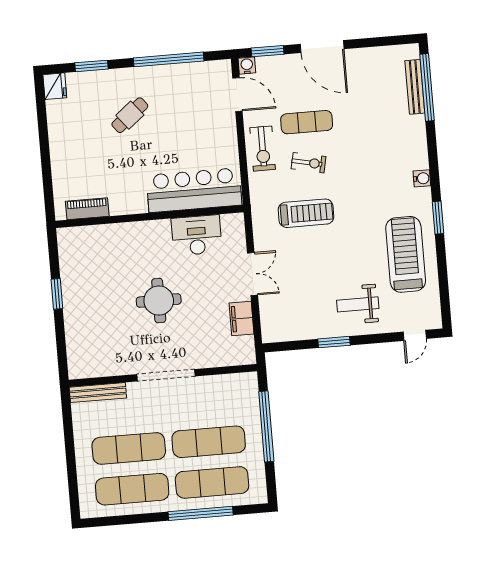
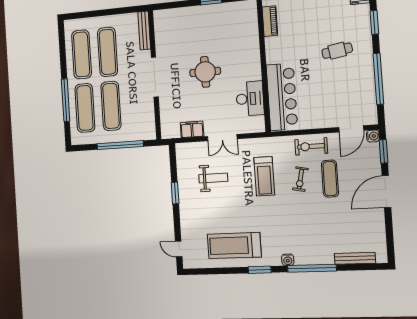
window: (427, 87) -> (312, 268), moved
cafe table: (130, 115) -> (337, 51), turned -60
treadmill: (406, 254) -> (234, 246), turned 180
weight bench: (358, 304) -> (213, 178), moved, turned 90

